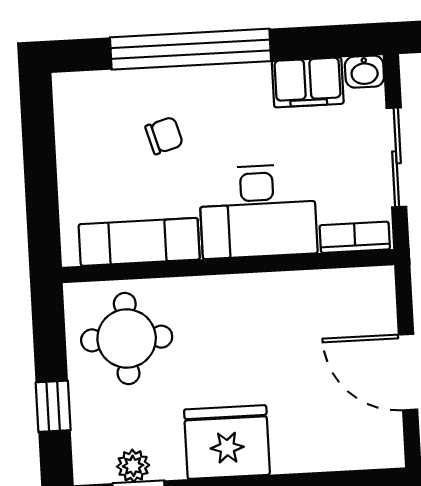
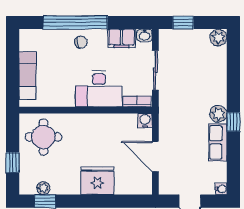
chair: (164, 136) -> (81, 42), moved
exam couch: (139, 242) -> (27, 76), moved, turned 90
water cooler: (377, 284) -> (145, 121), added
fridge: (227, 442) -> (97, 181), moved

